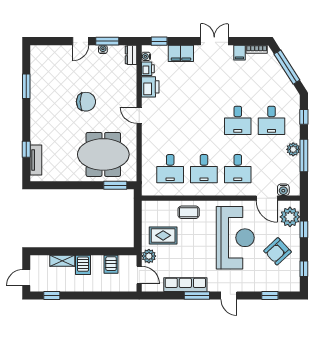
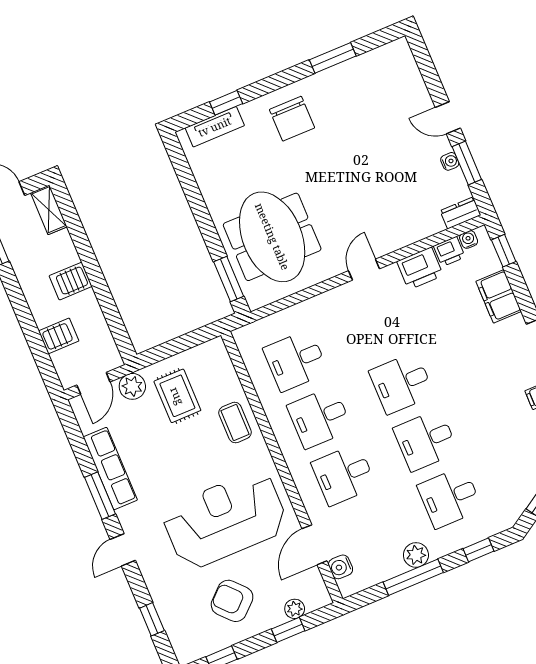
chair: (86, 102) -> (292, 119), moved
desk: (204, 120) -> (402, 383), added
plant: (290, 217) -> (295, 609), width x0.53, depth x0.53
reception desk: (235, 238) -> (225, 519), turned 180
shelving: (62, 261) -> (49, 210), moved
server rack: (111, 264) -> (59, 336), moved, turned 180

